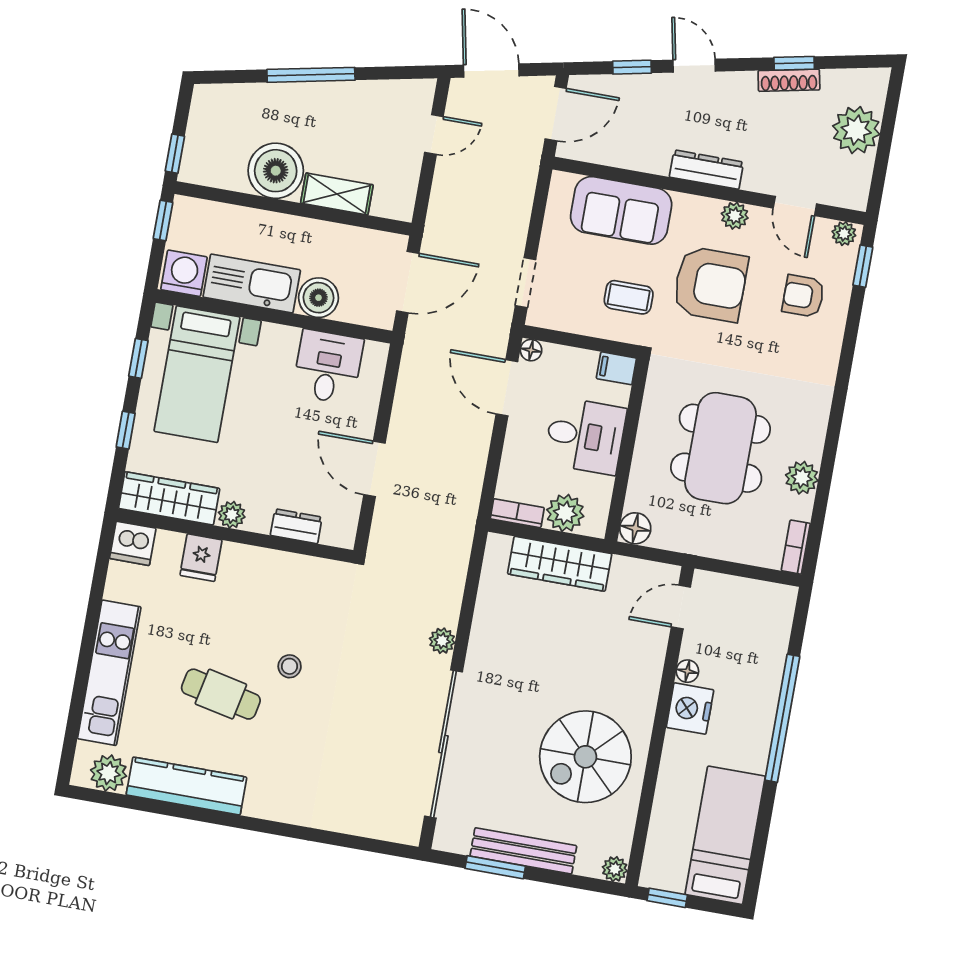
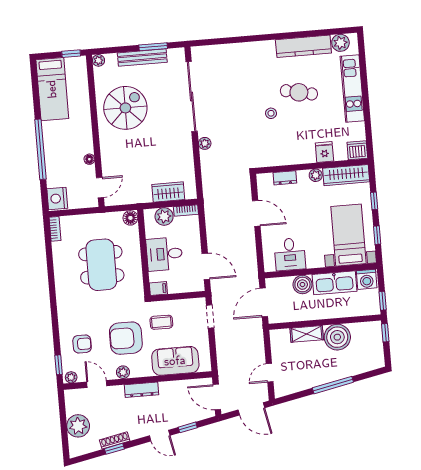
door: (556, 114) -> (217, 397), hinge flipped
floor lamp: (531, 350) -> (199, 286), removed
plant: (802, 478) -> (61, 261), removed
wardrobe: (560, 564) -> (168, 192), width x0.67
nightstand: (690, 709) -> (57, 198), moved, turned 180

